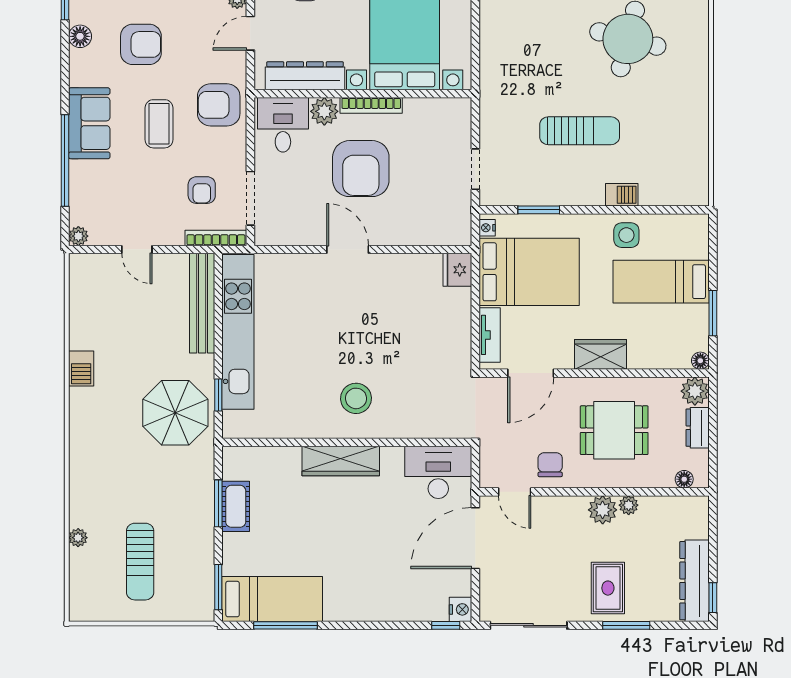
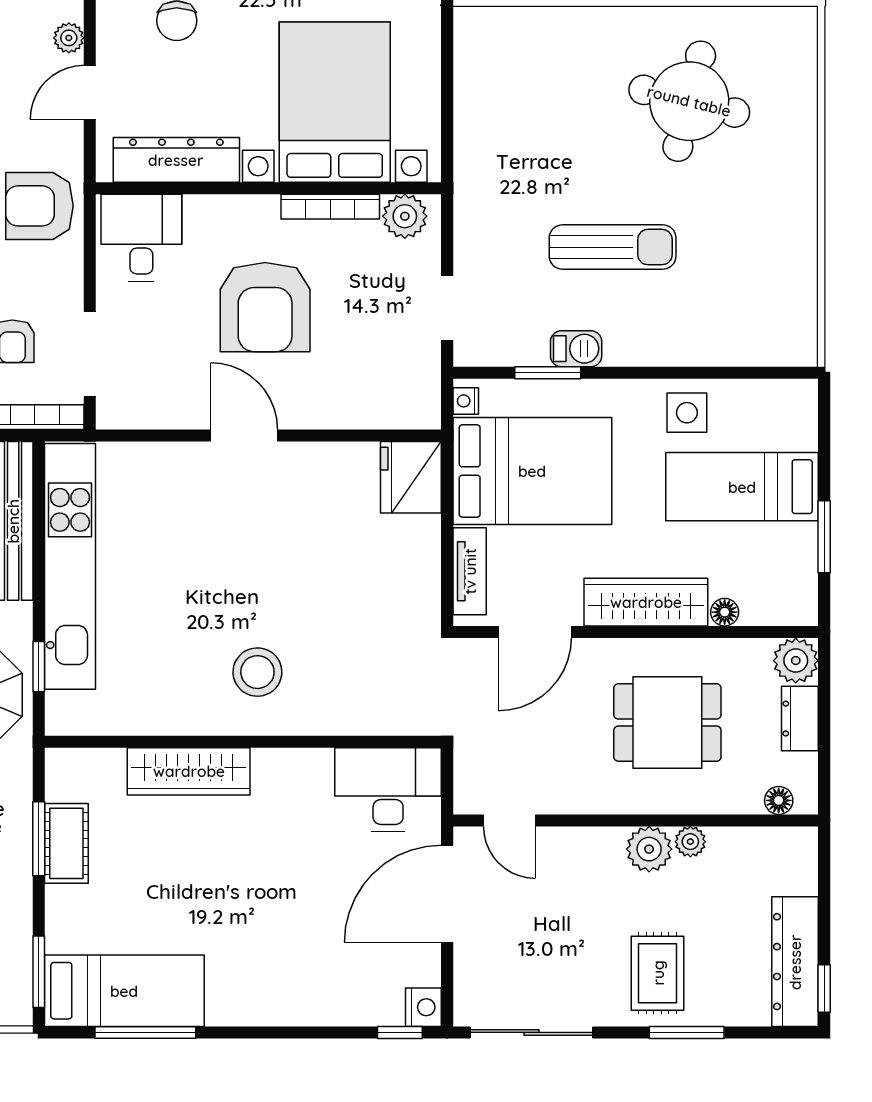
bookcase: (371, 105) -> (330, 207), moved
plant: (324, 111) -> (405, 216), moved
barbecue: (622, 195) -> (576, 349), moved
fridge: (457, 270) -> (411, 477), width x1.36, depth x1.34
wardrobe: (601, 354) -> (646, 602), width x1.50
floor lamp: (700, 361) -> (725, 612), moved
wardrobe: (341, 461) -> (189, 771), moved
chair: (550, 465) -> (566, 777), removed

